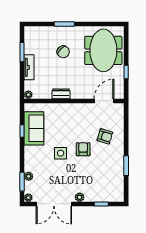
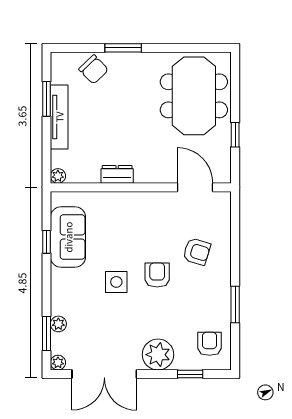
chair: (63, 52) -> (94, 69), moved
tv unit: (29, 67) -> (59, 117), width x1.41
door: (104, 101) -> (195, 187), hinge flipped
armchair: (112, 187) -> (209, 344), added
plant: (80, 197) -> (158, 355), width x1.88, depth x1.88

